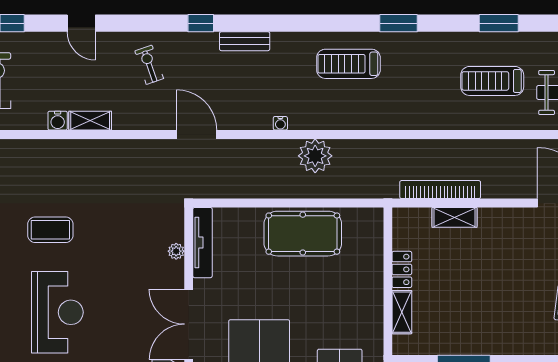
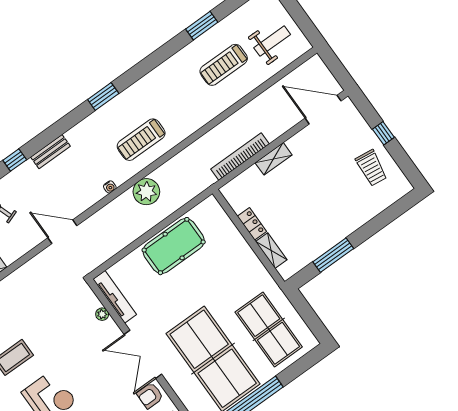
window: (398, 23) -> (103, 96), moved
treadmill: (348, 64) -> (141, 140), moved
shelving: (454, 217) -> (274, 159), moved

